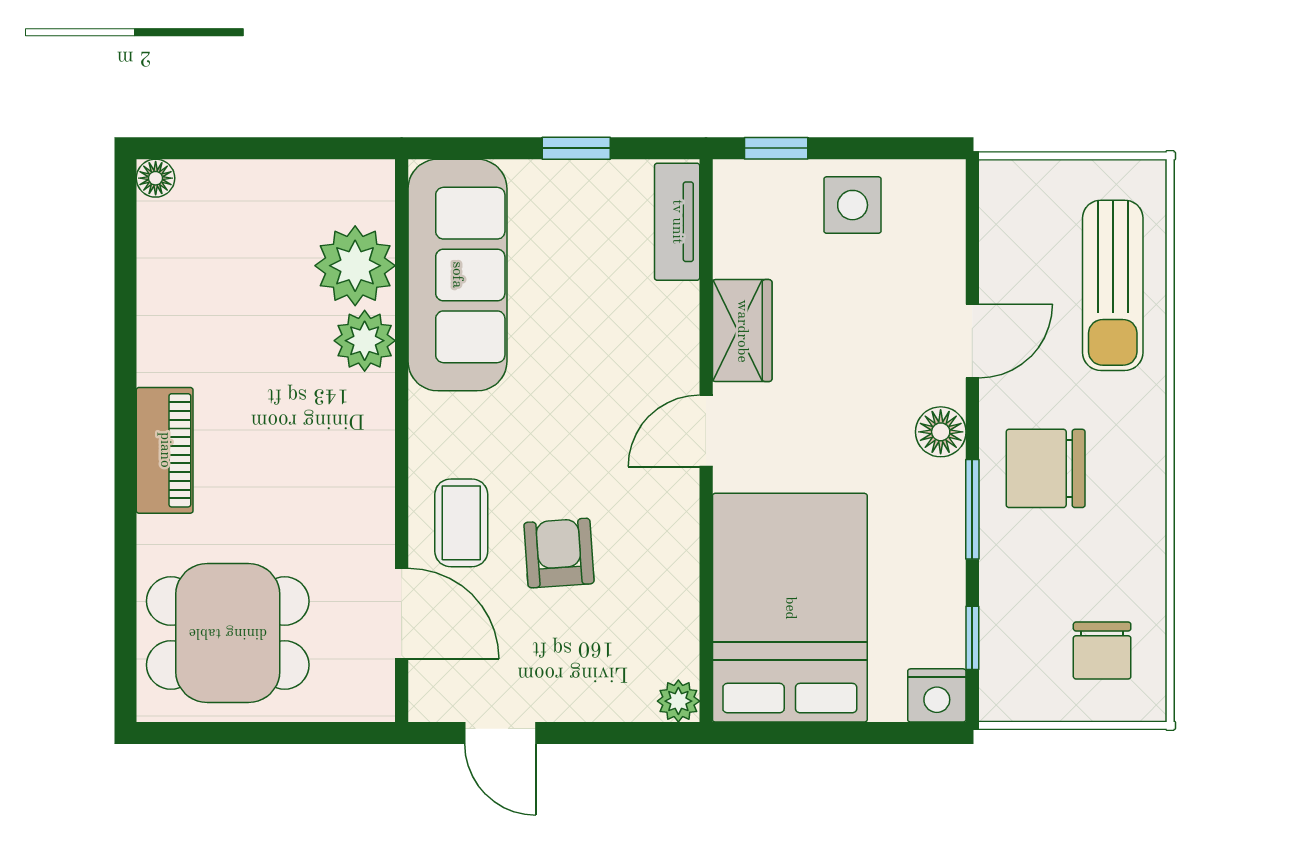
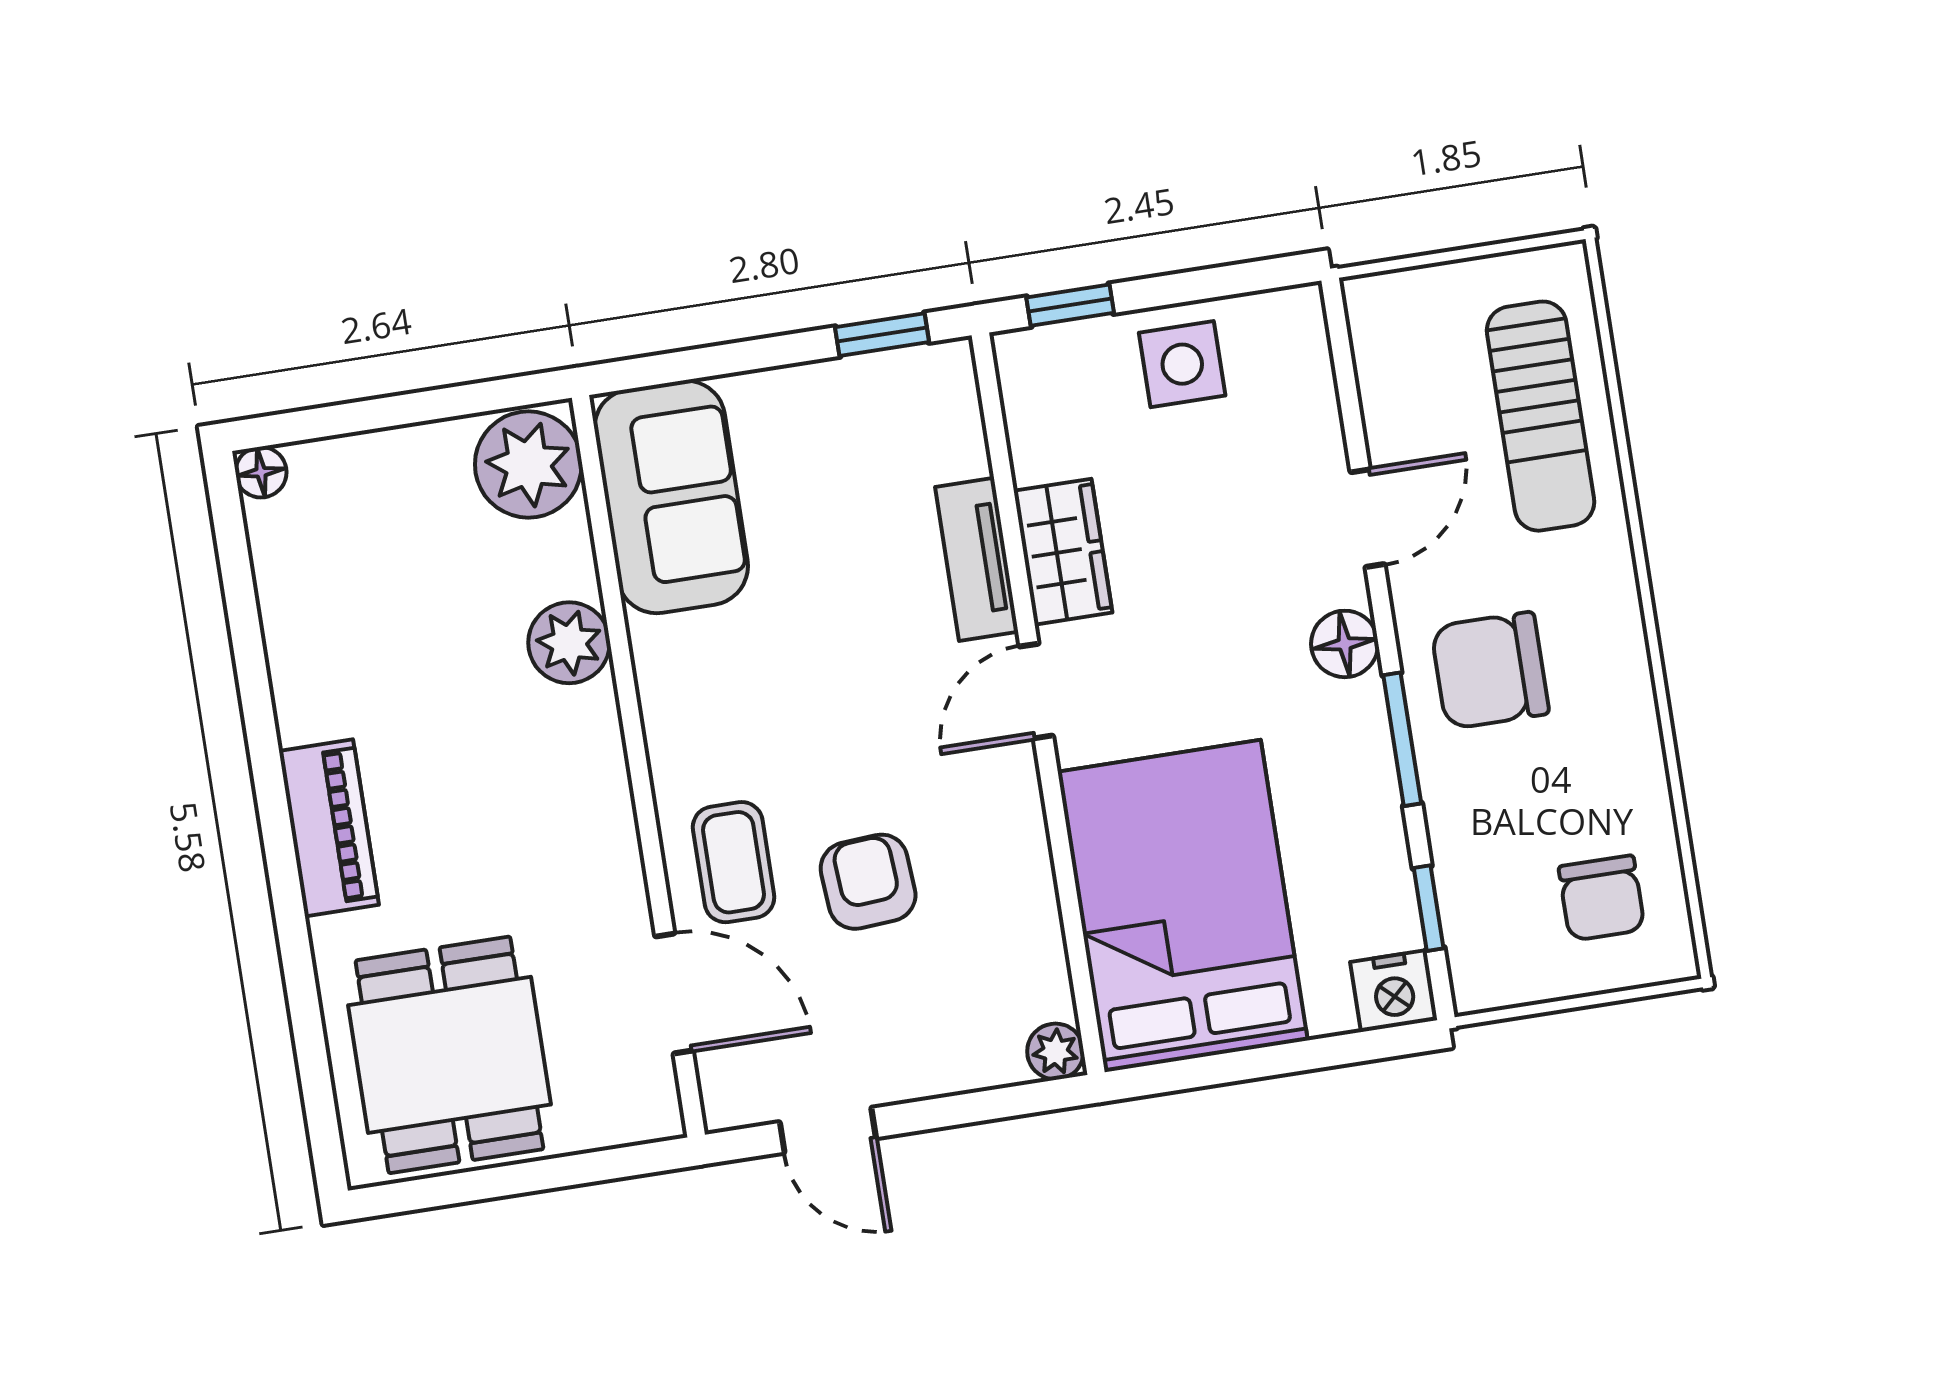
window: (576, 148) -> (882, 335), moved
tv unit: (677, 222) -> (977, 559), moved
plant: (355, 266) -> (528, 465), moved
sofa: (457, 275) -> (671, 497), width x0.73
dining table: (228, 633) -> (449, 1055), turned 90

